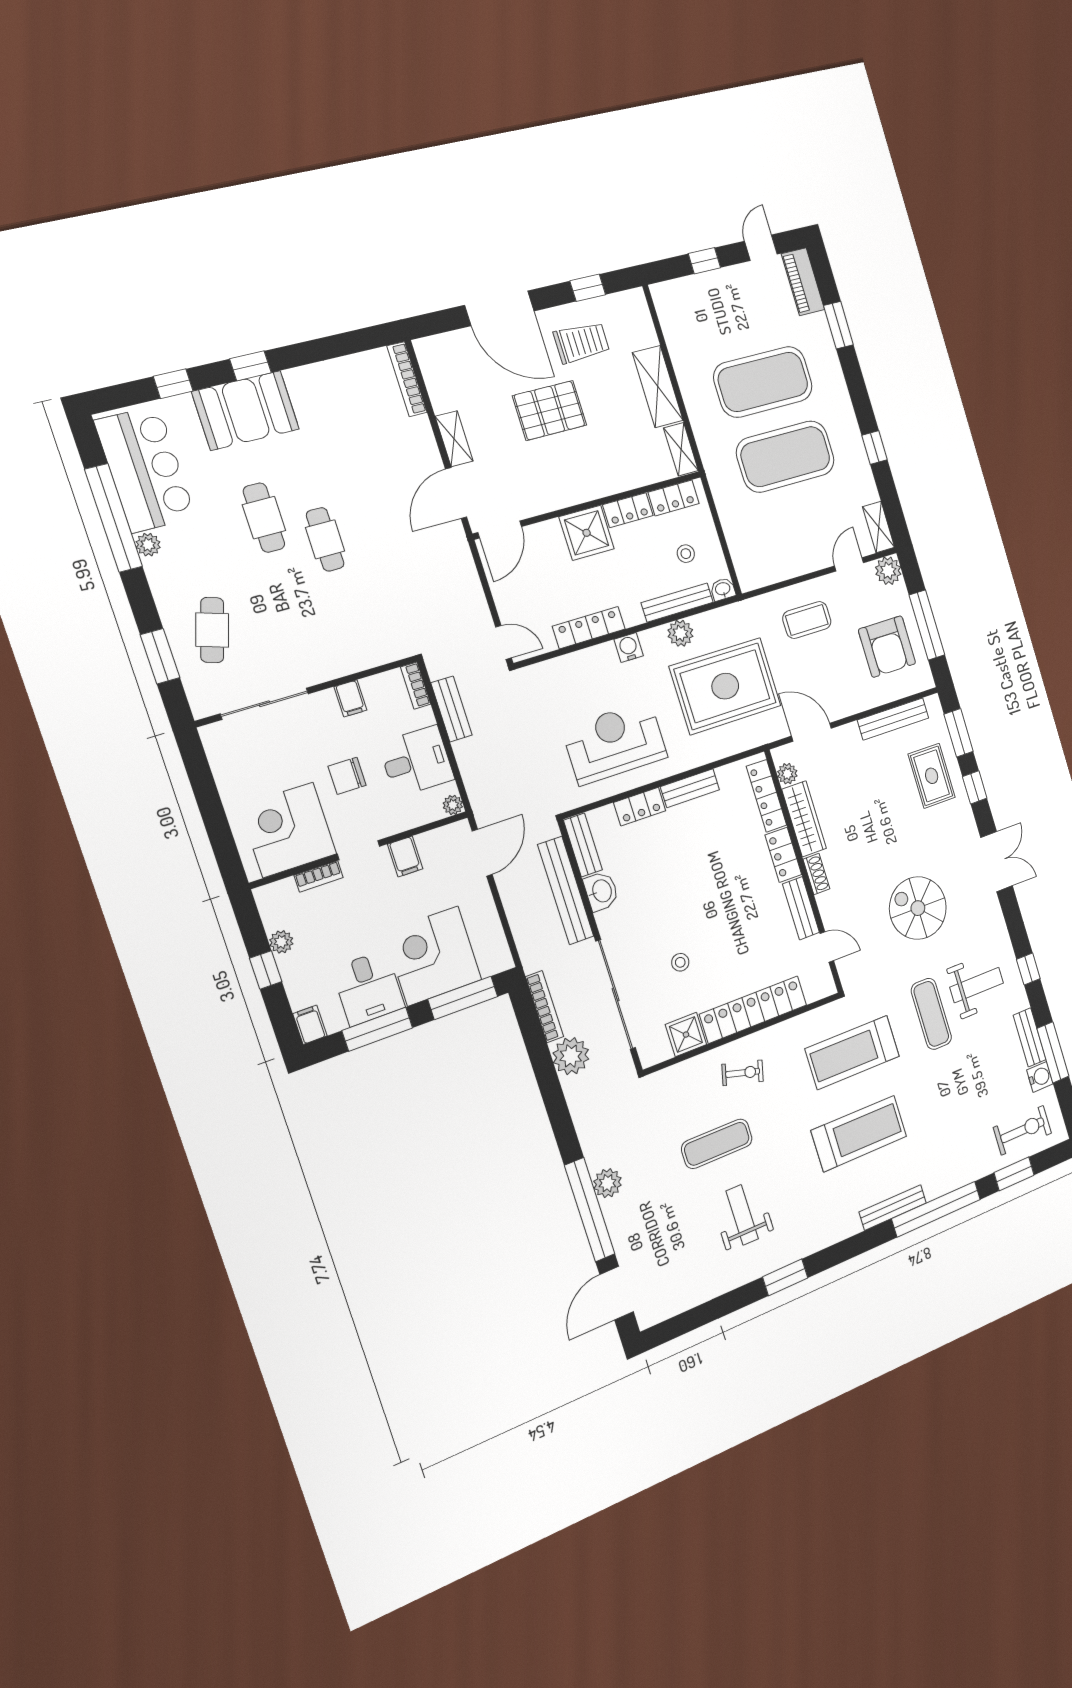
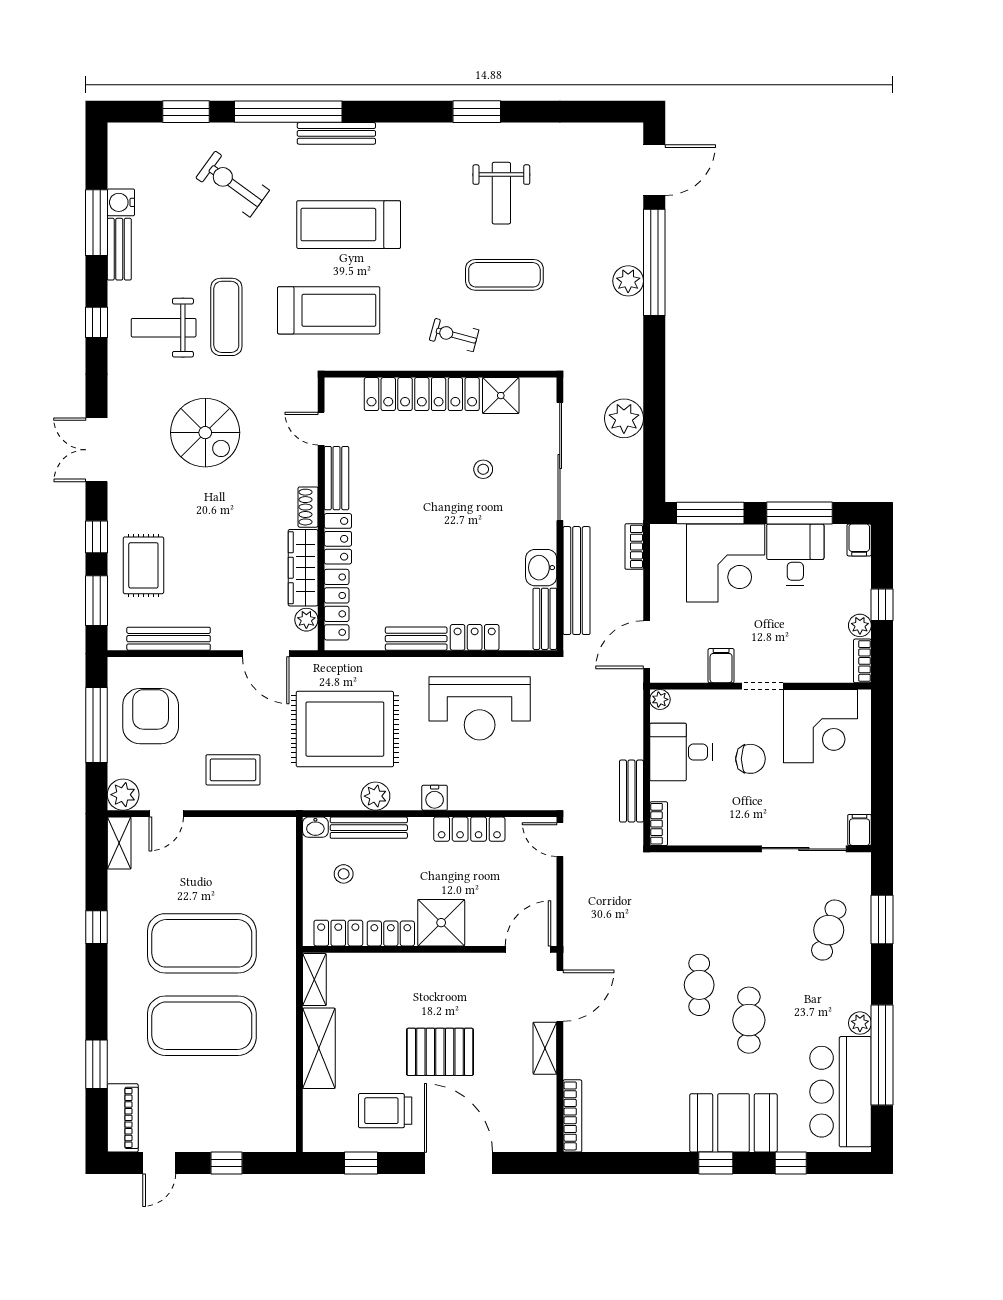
filing cabinet: (350, 698) -> (859, 830), moved
bookcase: (319, 876) -> (862, 661), moved, turned -90
bookcase: (545, 1007) -> (634, 547), moved, width x0.64
exercise bike: (1022, 1130) -> (233, 184), moved, turned 36

